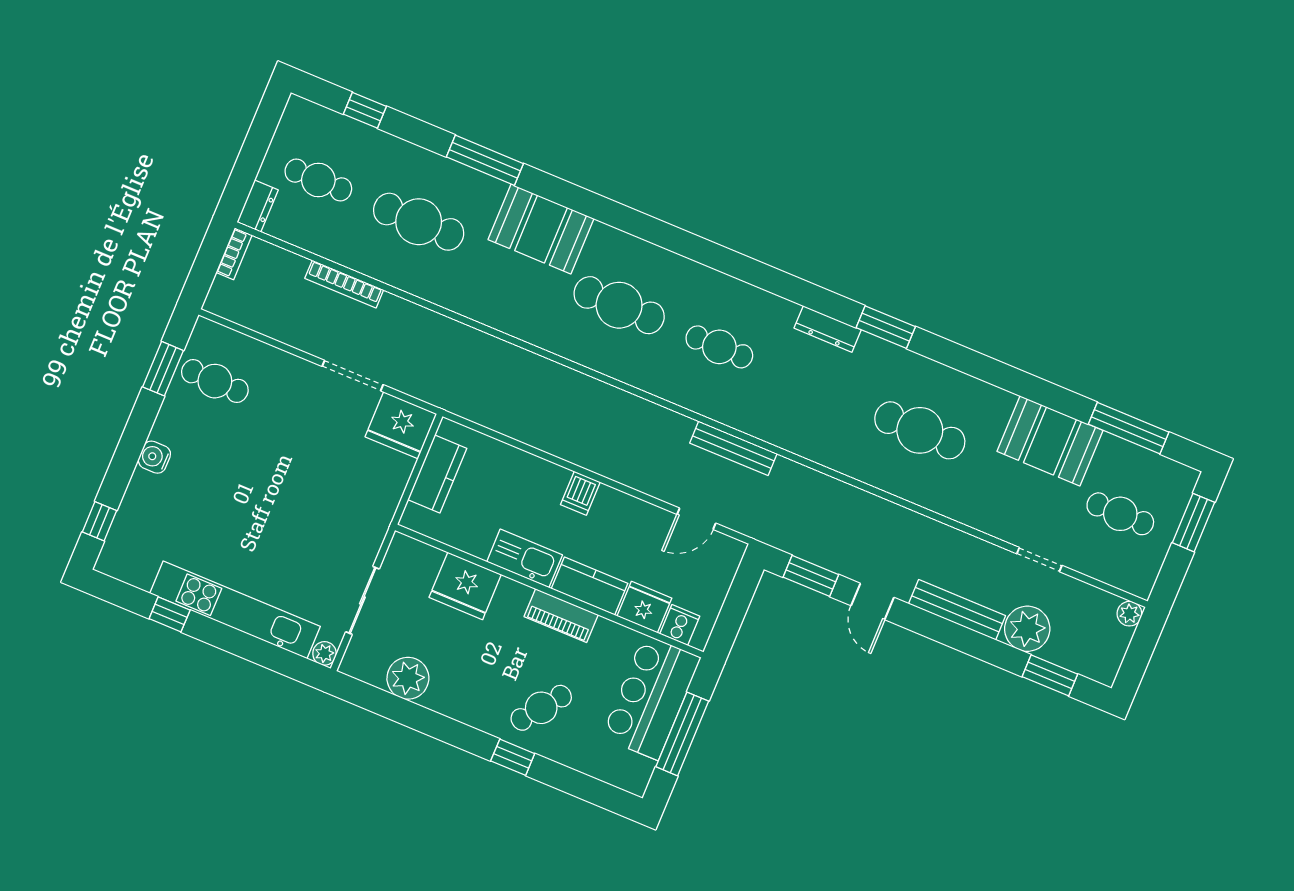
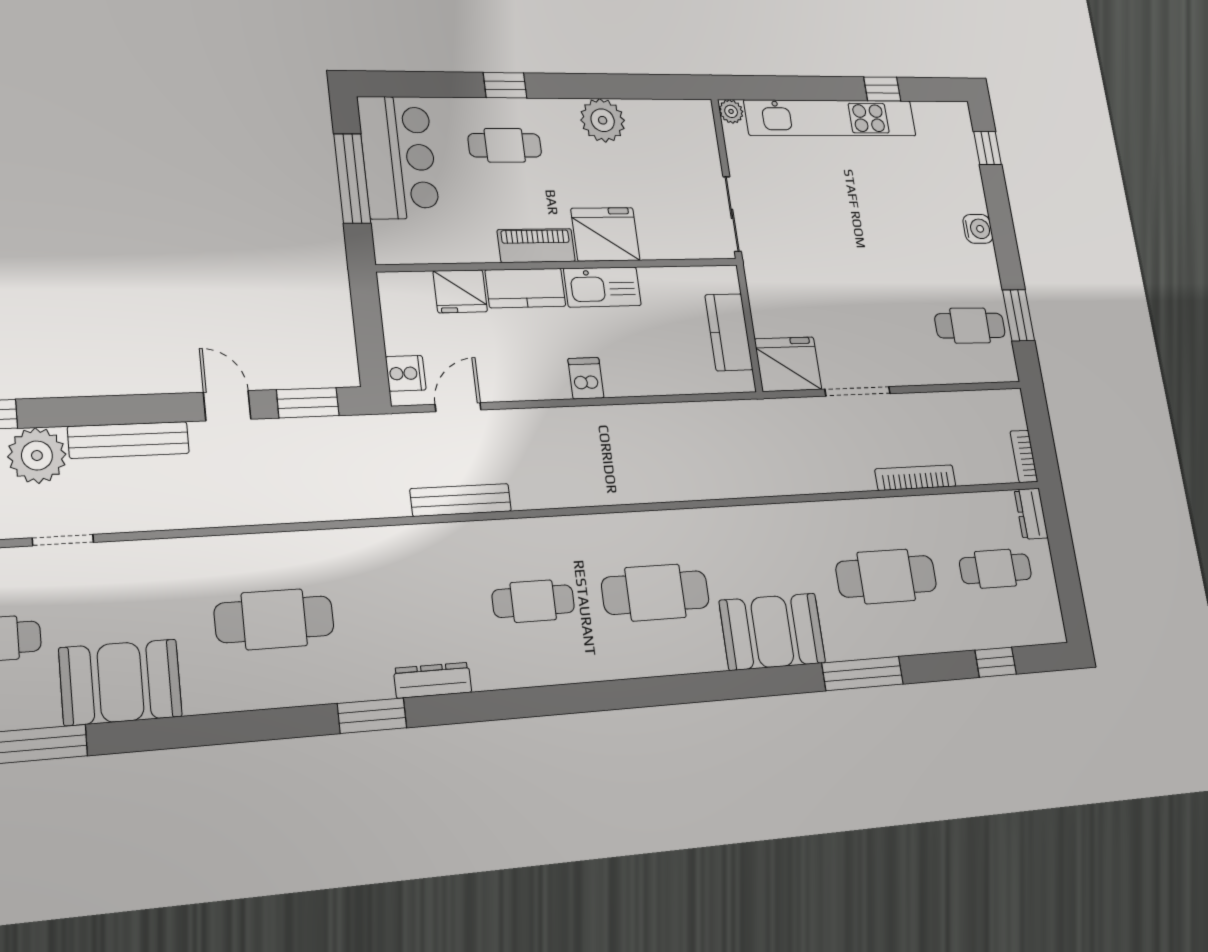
fridge: (465, 586) -> (605, 234), moved
sliding door: (362, 600) -> (732, 214), moved
cooker: (680, 625) -> (406, 373), moved, turned -90
plant: (408, 678) -> (603, 120), moved
bar counter: (651, 697) -> (398, 157), moved
cafe table: (541, 708) -> (505, 145), turned 53

